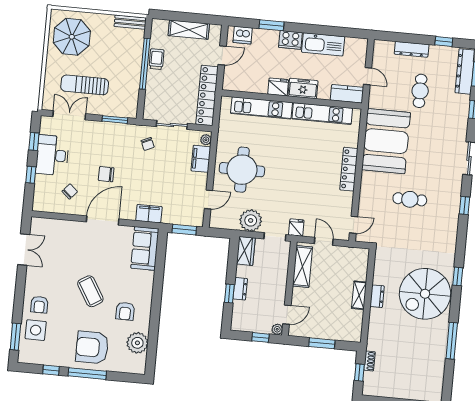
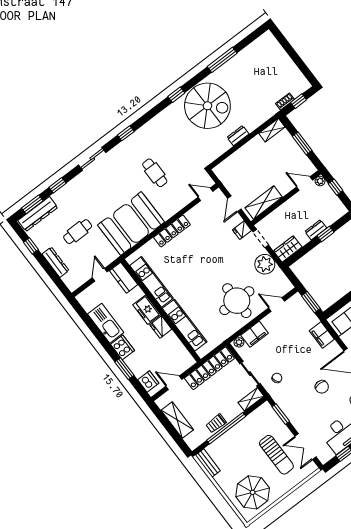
shelving: (150, 106) -> (251, 399), added
shelving: (359, 295) -> (272, 130), moved

